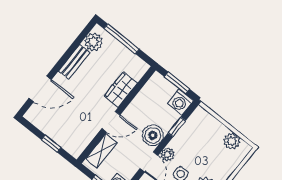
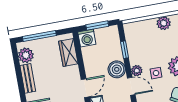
wardrobe: (121, 90) -> (68, 52), moved
washing machine: (181, 102) -> (87, 38), moved

